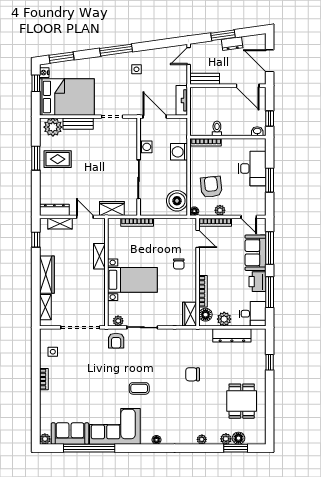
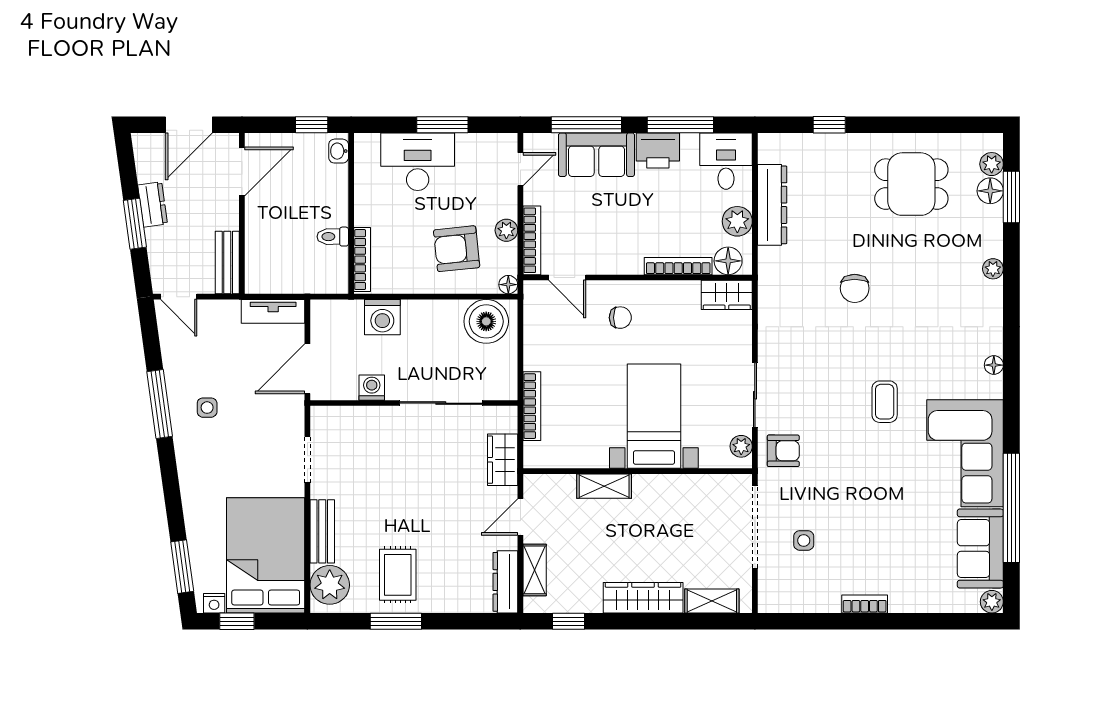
window: (116, 50) -> (160, 404), moved
door: (198, 239) -> (567, 277), swing flipped
side table: (53, 352) -> (804, 540), moved
plant: (226, 439) -> (992, 164), moved

